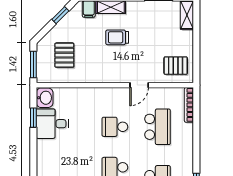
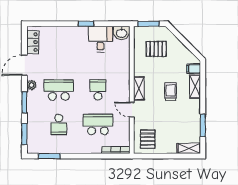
window: (60, 15) -> (189, 46), removed
shelving: (113, 76) -> (139, 88), added
window: (33, 118) -> (86, 24), moved
school desk: (158, 127) -> (98, 124), turned 180

